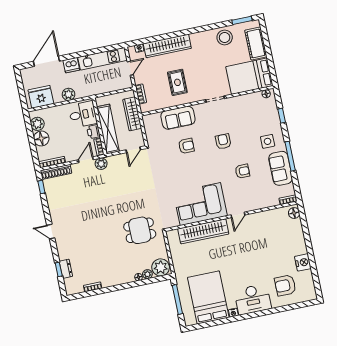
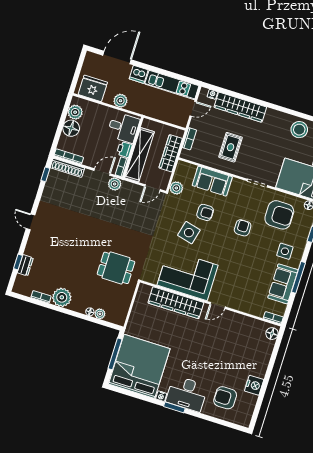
plant: (152, 139) -> (176, 188), added
side table: (182, 169) -> (189, 233), added
armchair: (242, 171) -> (279, 215), moved, width x1.88, depth x1.88
plant: (161, 267) -> (62, 297), moved
bed: (208, 297) -> (139, 366), width x1.36
window: (249, 316) -> (174, 407), added

